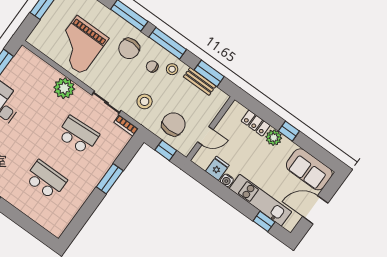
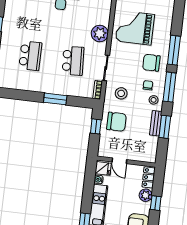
wall: (211, 129) -> (126, 162), moved
door: (205, 136) -> (119, 161), moved

